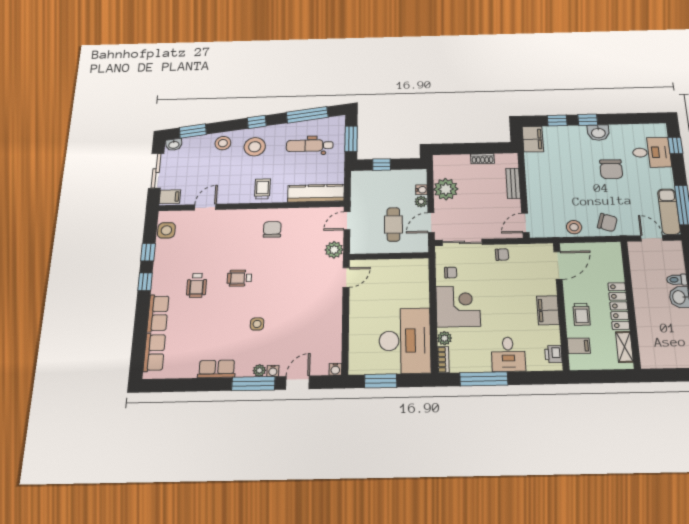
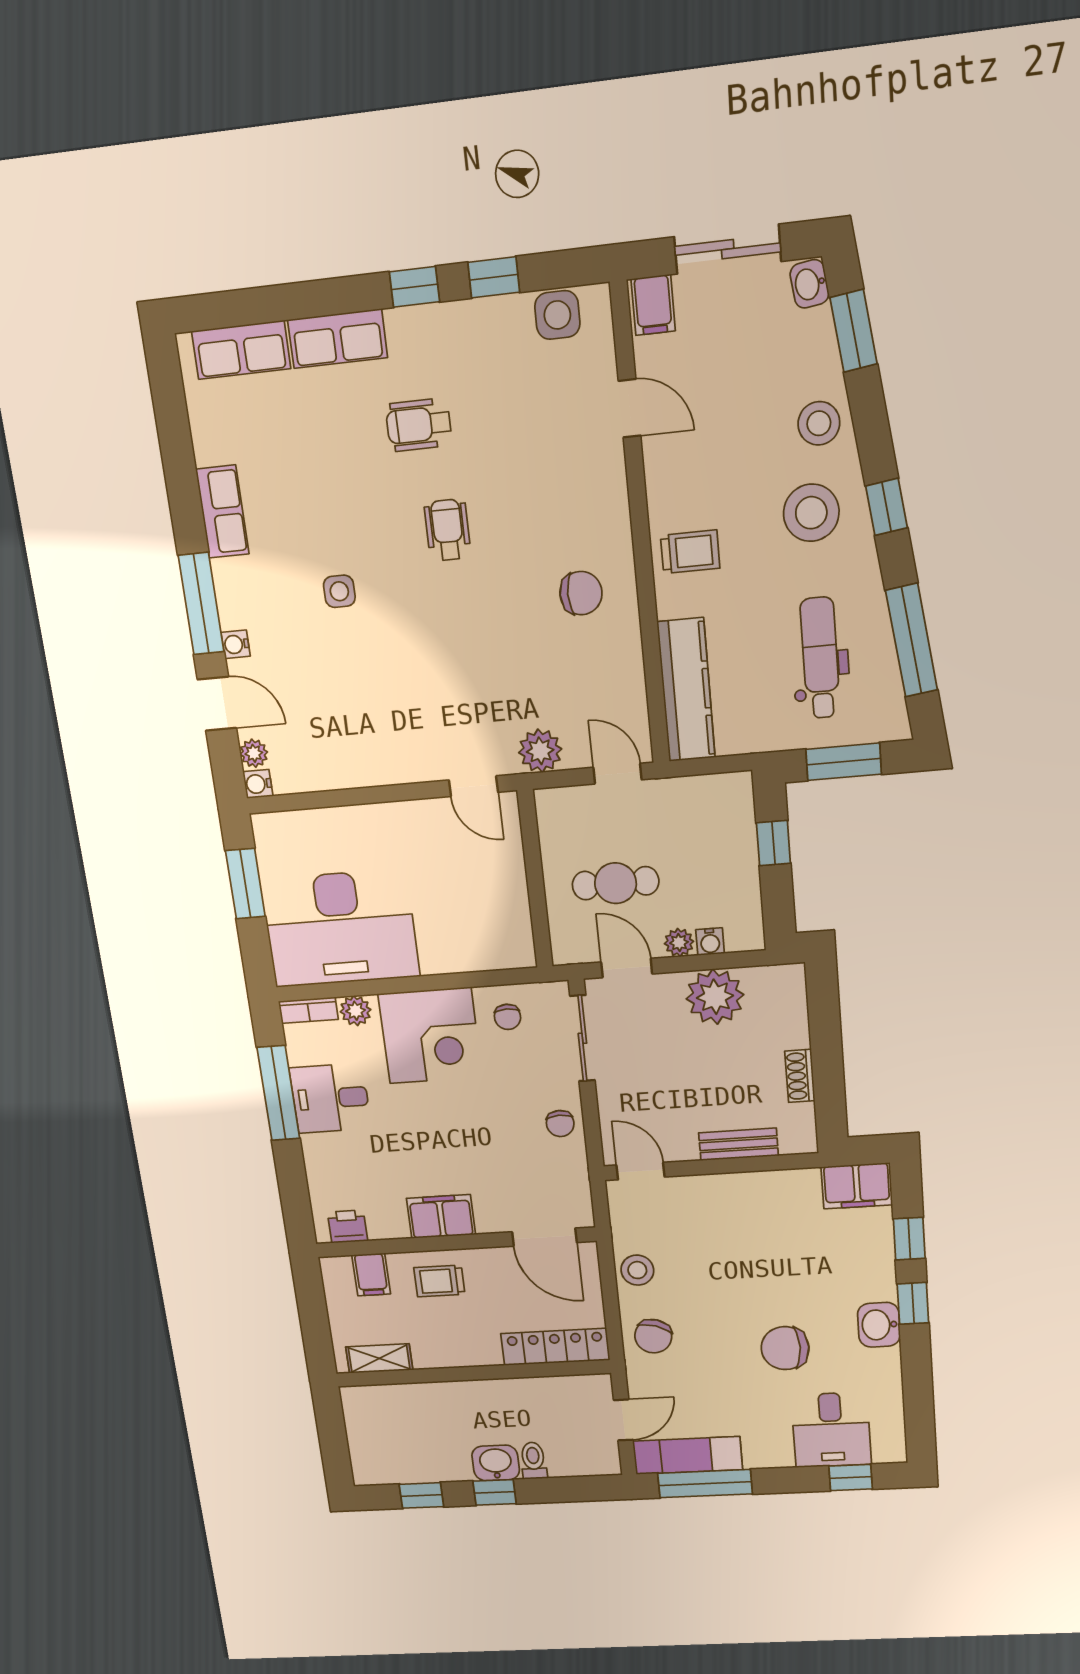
locker: (619, 306) -> (555, 1347), moved
desk: (508, 354) -> (330, 1098), moved
plant: (259, 370) -> (254, 753), moved

